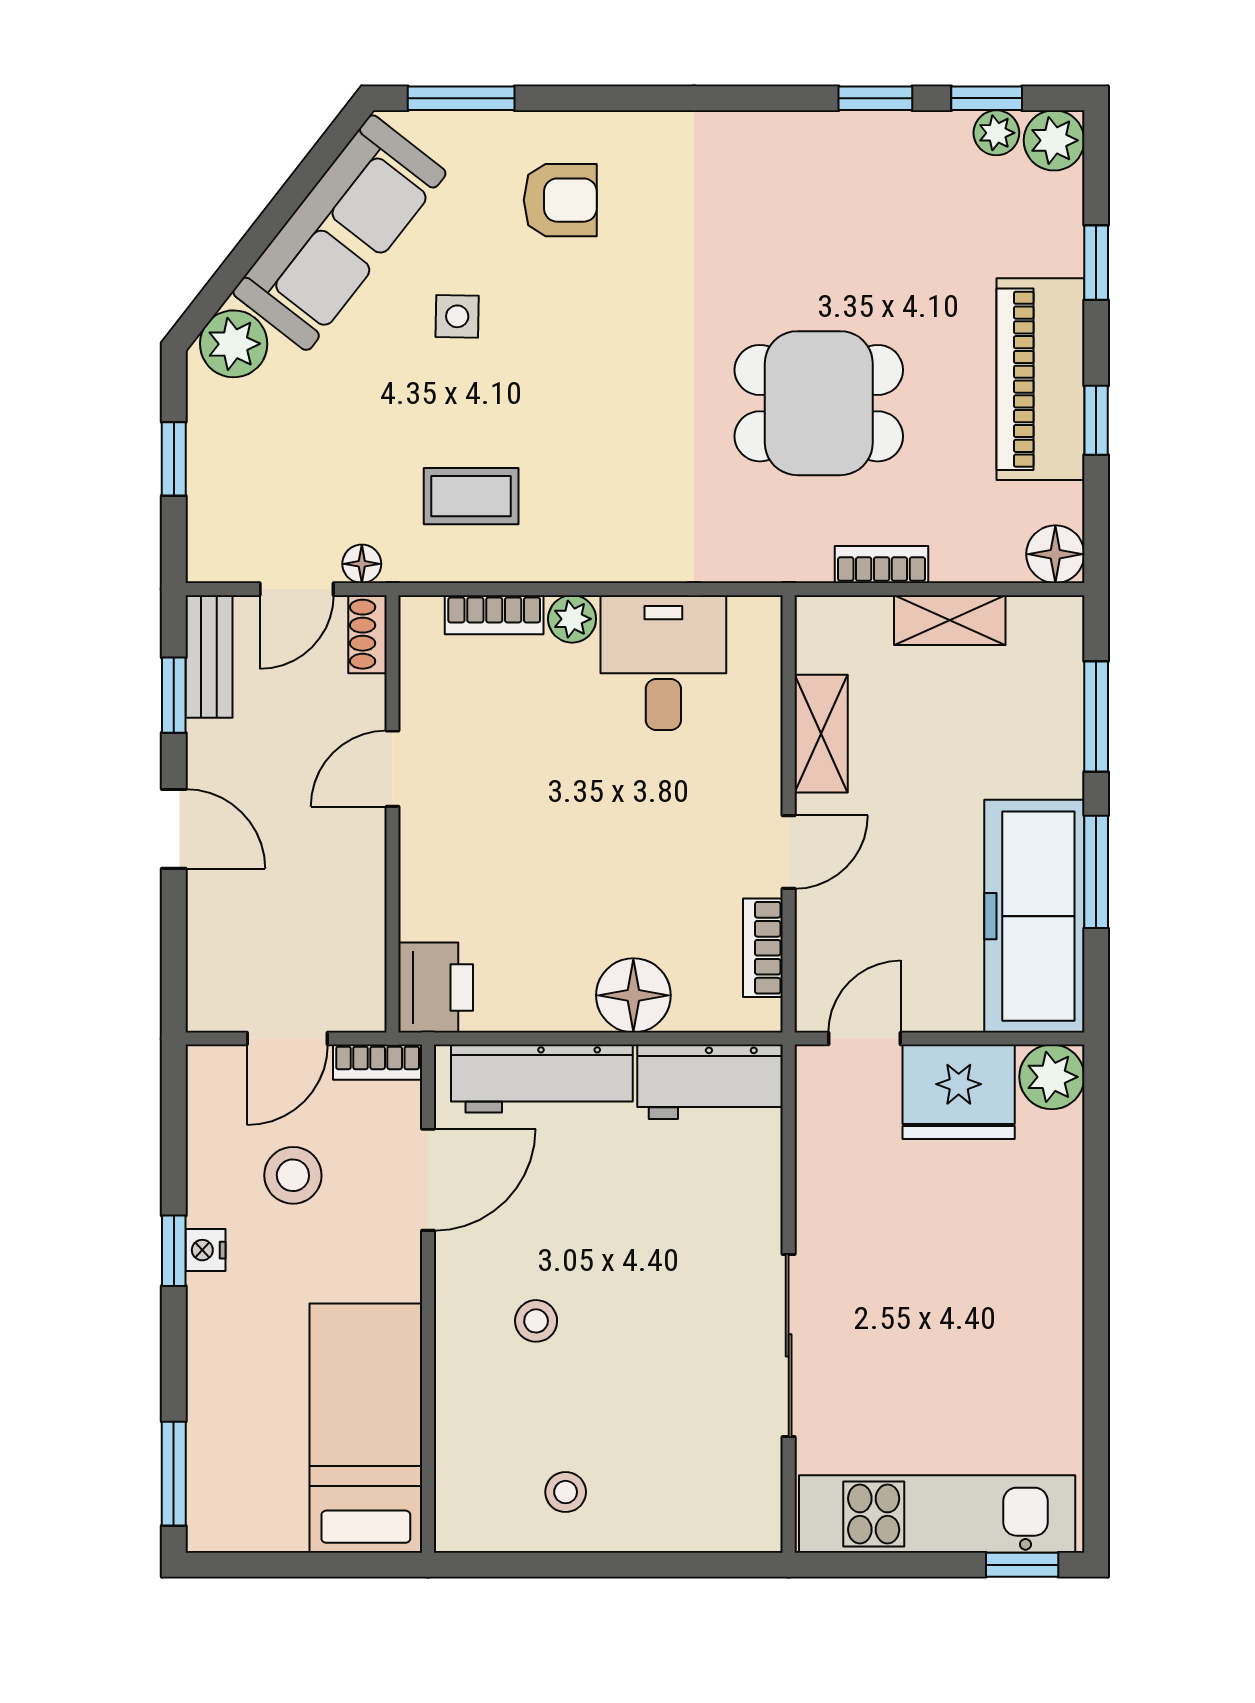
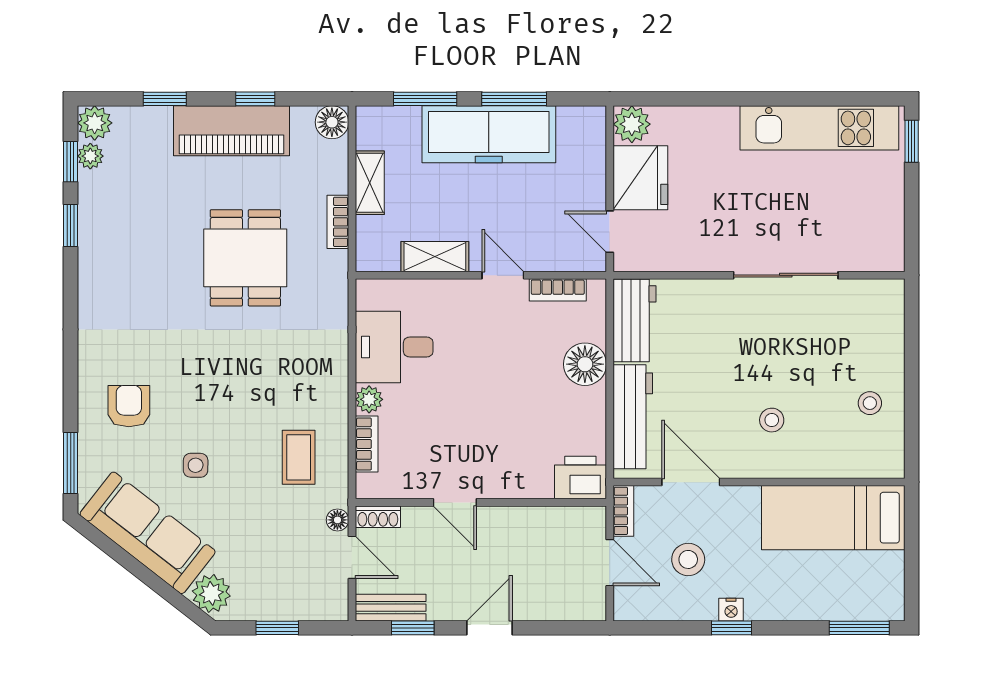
freezer: (1034, 916) -> (489, 134), moved
kitchen unit: (937, 1514) -> (819, 128), moved, turned -90

